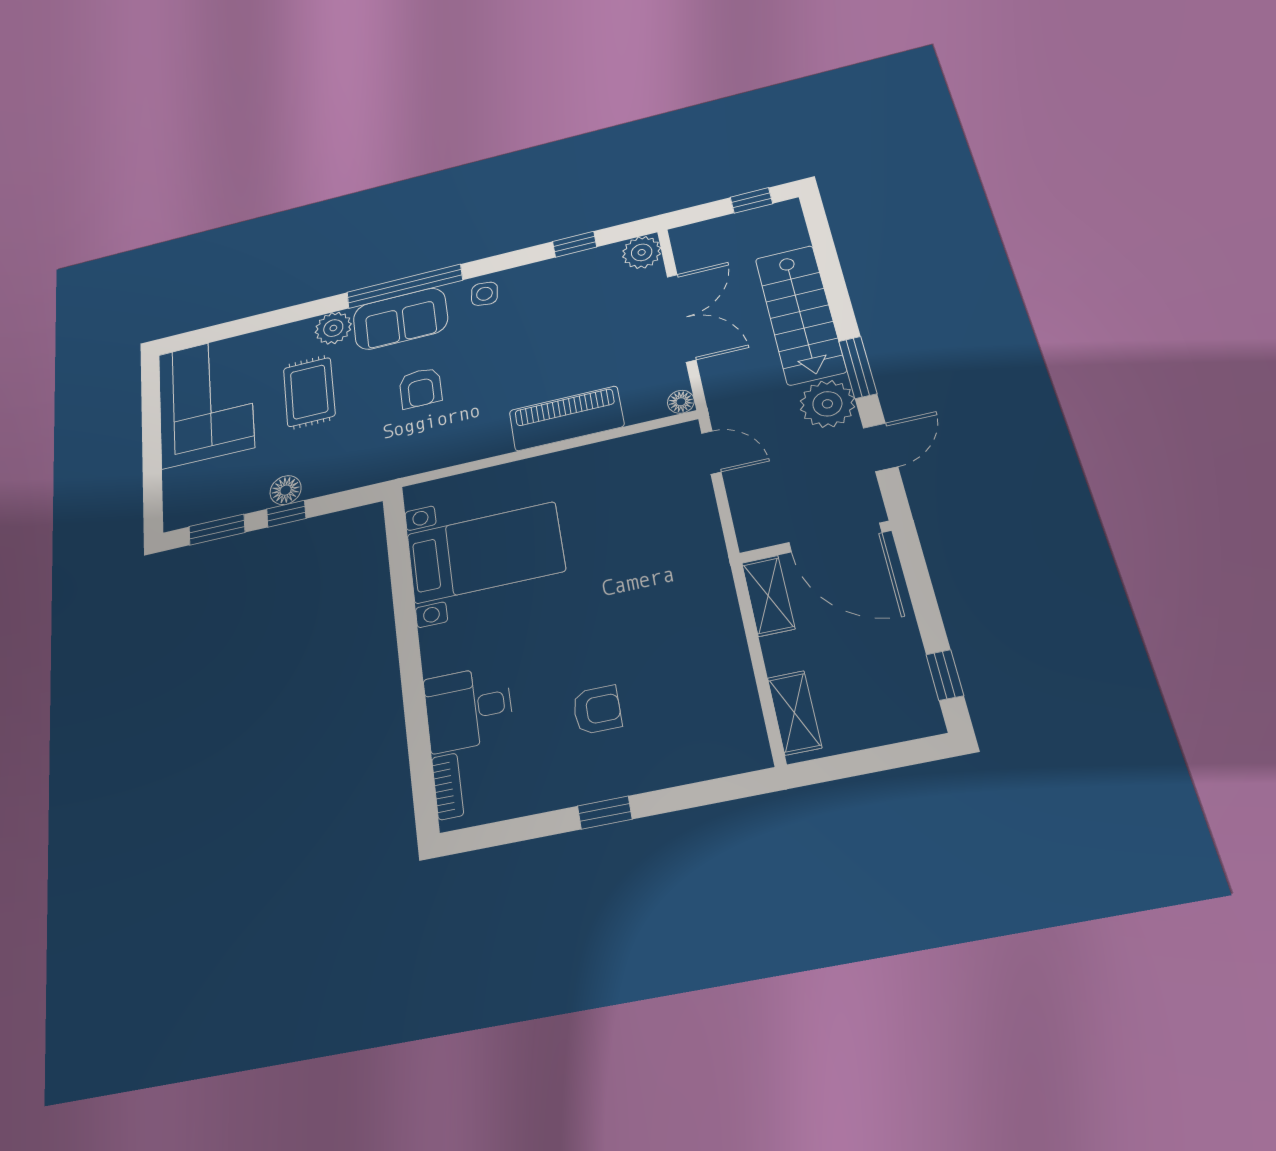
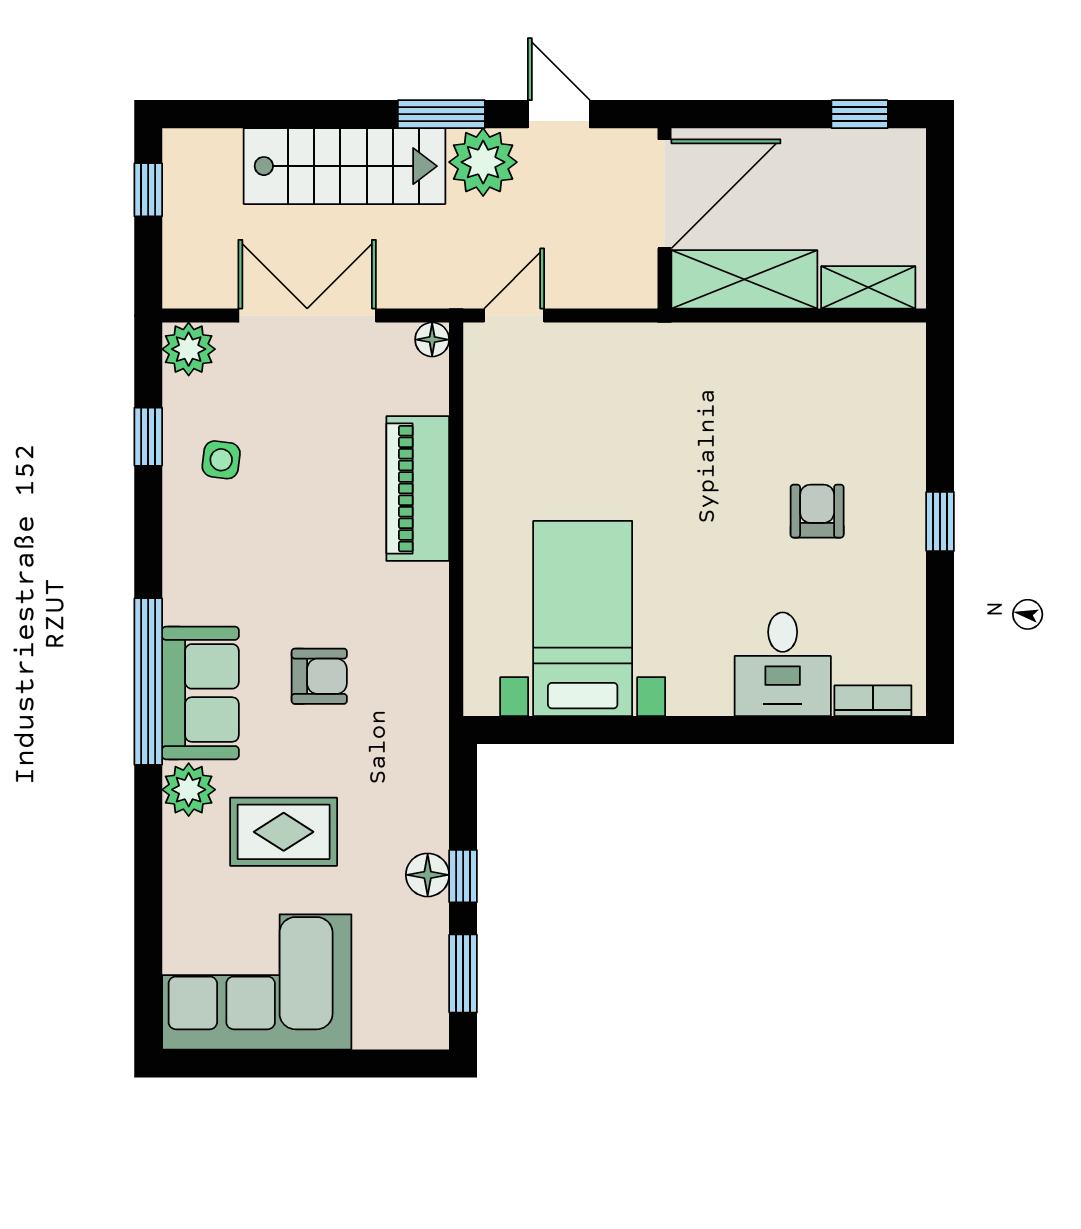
side table: (484, 294) -> (221, 460), moved
shelving: (768, 596) -> (744, 279), width x1.50, depth x1.33

